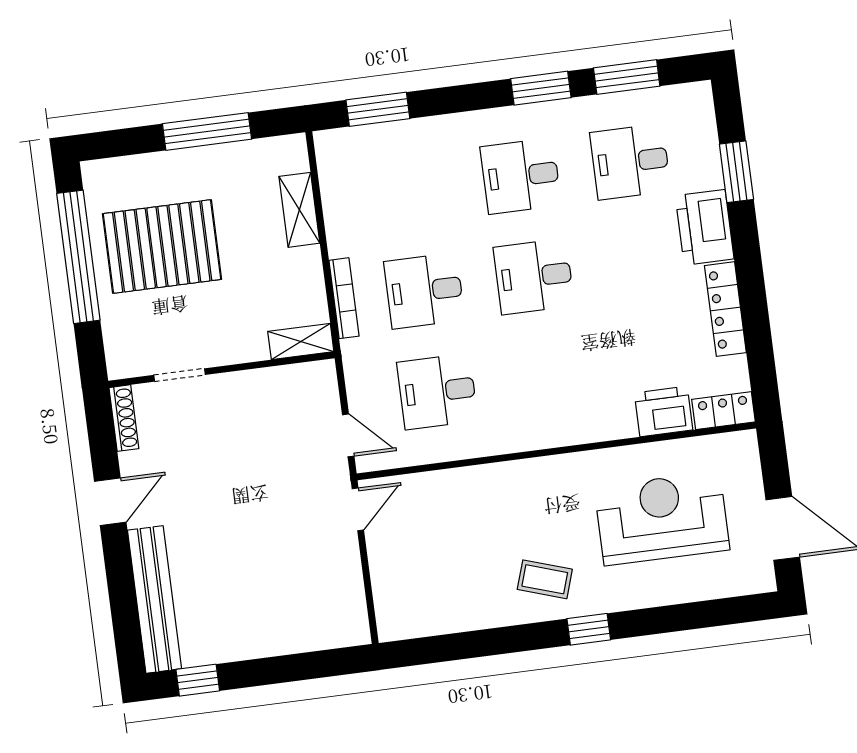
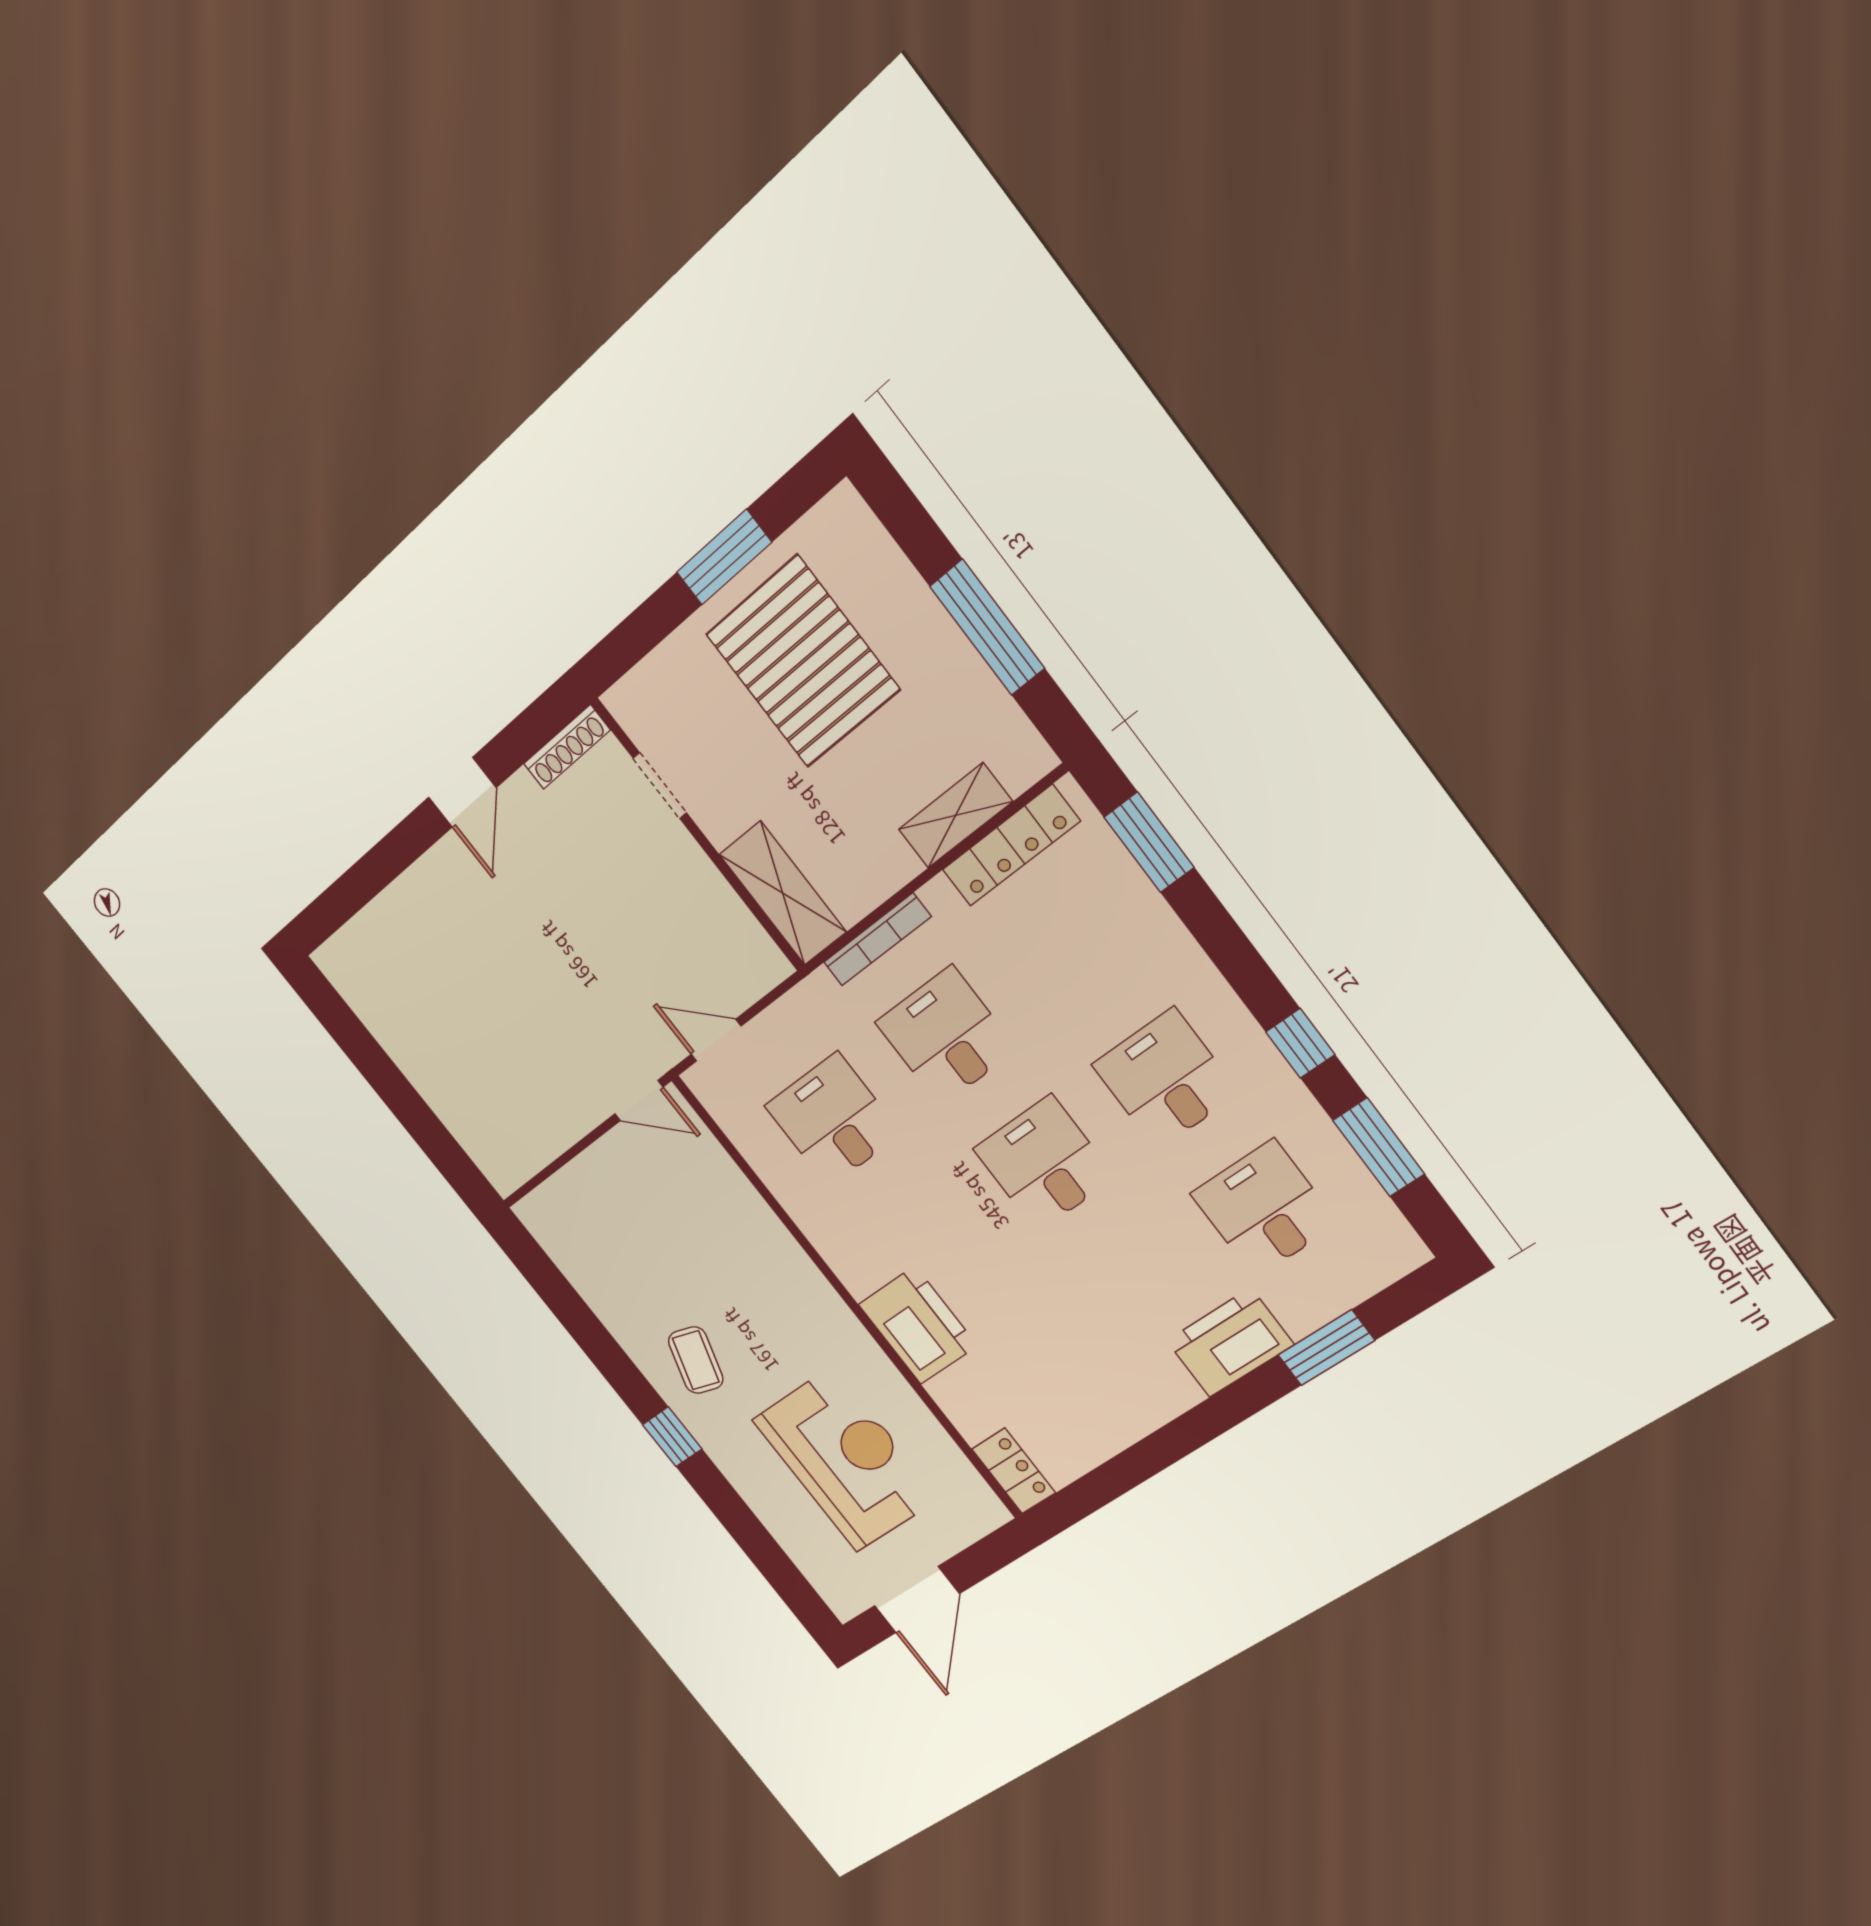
window: (541, 88) -> (1300, 1043), width x0.67
window: (78, 257) -> (724, 557), width x0.47
locker: (725, 309) -> (1011, 846), moved, turned 180
shelving: (301, 341) -> (783, 893), width x1.50, depth x1.33
printer: (664, 411) -> (918, 1325), moved, width x1.37, depth x1.19
door: (348, 435) -> (716, 1040), swing flipped
door: (110, 502) -> (462, 792), hinge flipped
bench: (155, 599) -> (391, 916), removed
window: (198, 680) -> (340, 1021), removed

